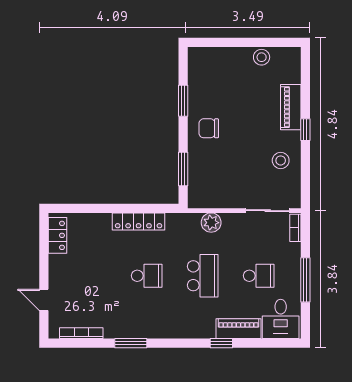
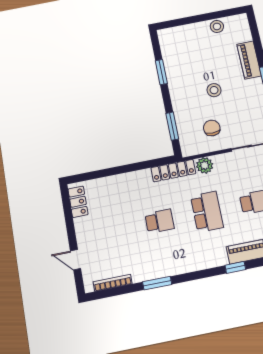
chair: (209, 128) -> (212, 128), moved, turned 90
stool: (281, 160) -> (214, 90), moved
locker: (139, 221) -> (173, 171), moved

